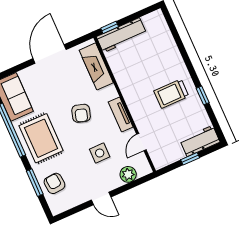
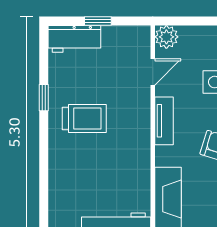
plant: (128, 174) -> (166, 37), moved

